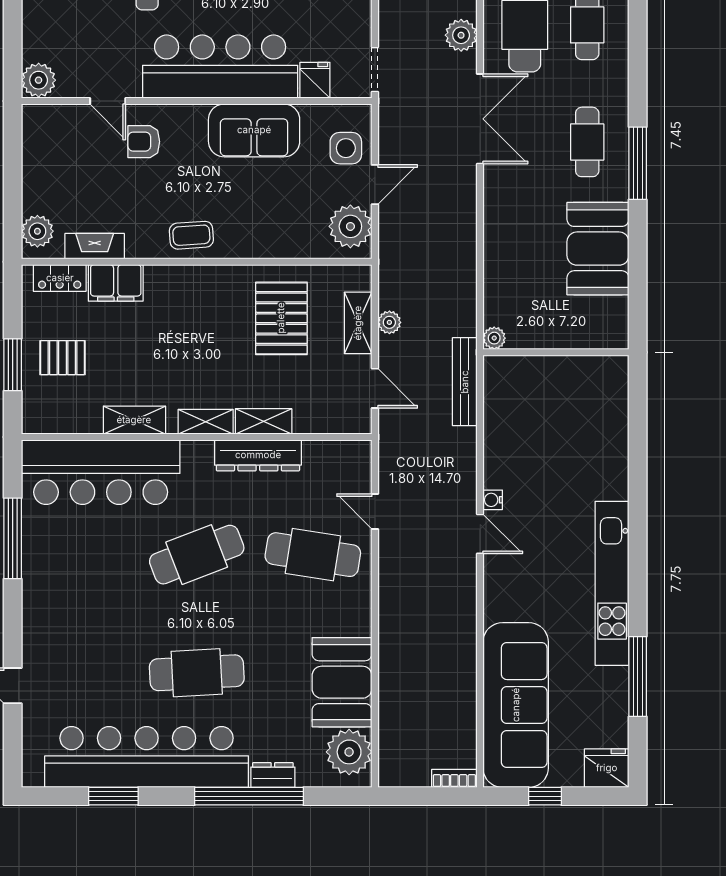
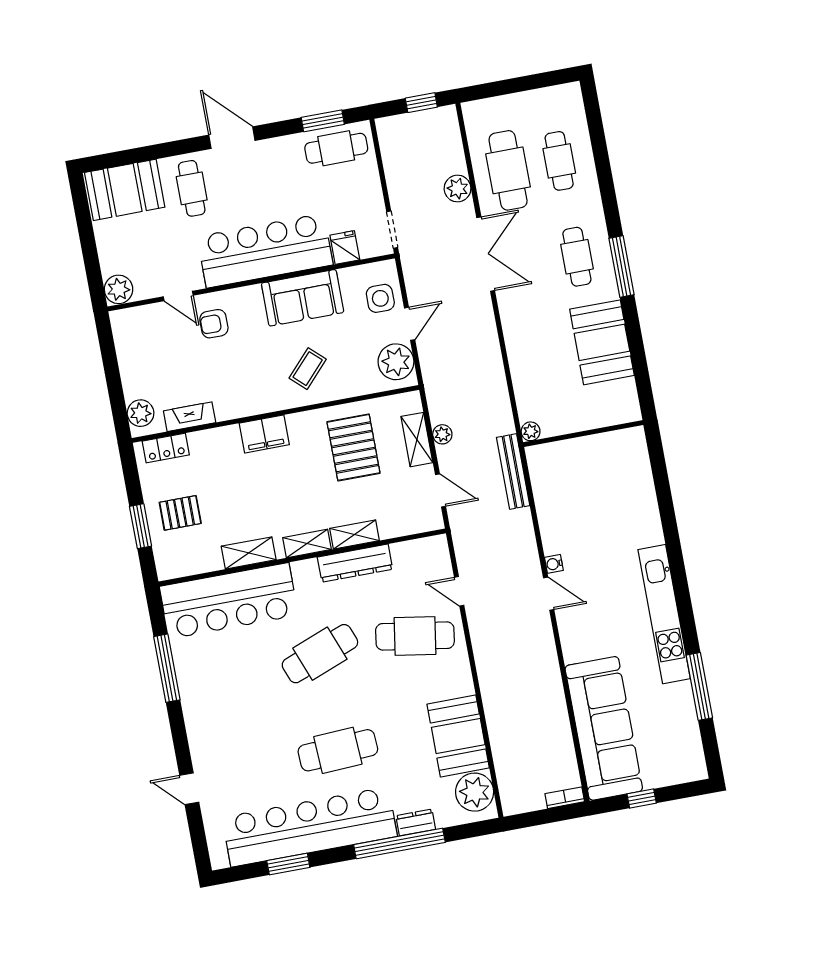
coffee table: (191, 235) -> (308, 369), moved, turned -43
filing cabinet: (116, 283) -> (264, 434), moved
fridge: (607, 768) -> (688, 766), removed

